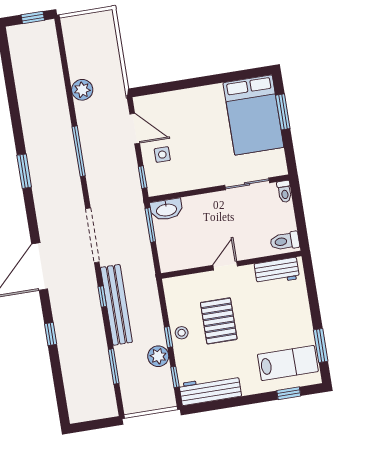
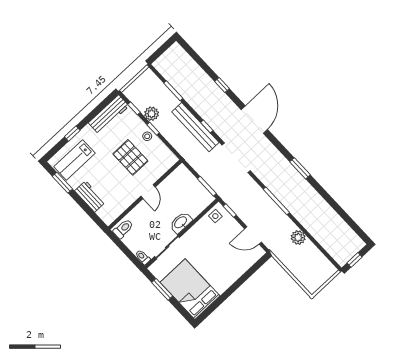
window: (283, 112) -> (162, 289), moved
side table: (162, 155) -> (215, 216), moved
washbasin: (166, 209) -> (181, 223), moved
workbench: (277, 271) -> (90, 196), moved, turned 90
window: (289, 393) -> (72, 134), moved

